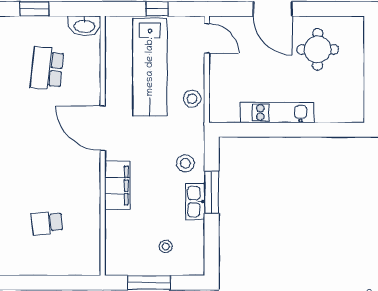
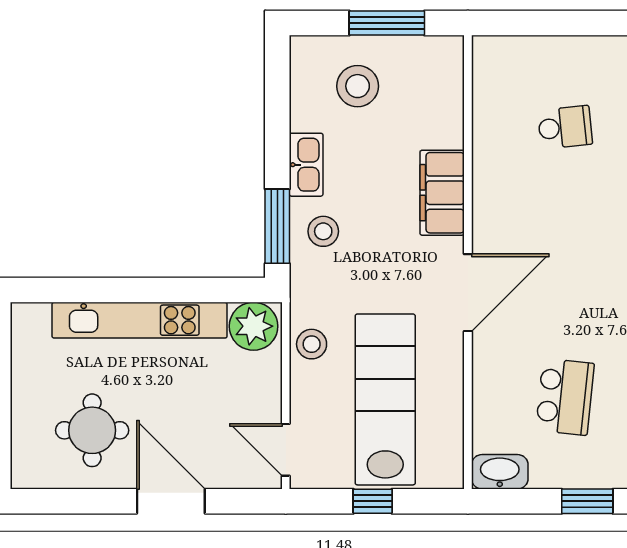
plant: (225, 109) -> (254, 326), added
kitchen unit: (277, 112) -> (140, 320), width x1.36
door: (103, 128) -> (468, 293), hinge flipped
window: (212, 192) -> (277, 226), moved
stool: (166, 246) -> (358, 86), width x1.89, depth x1.89

